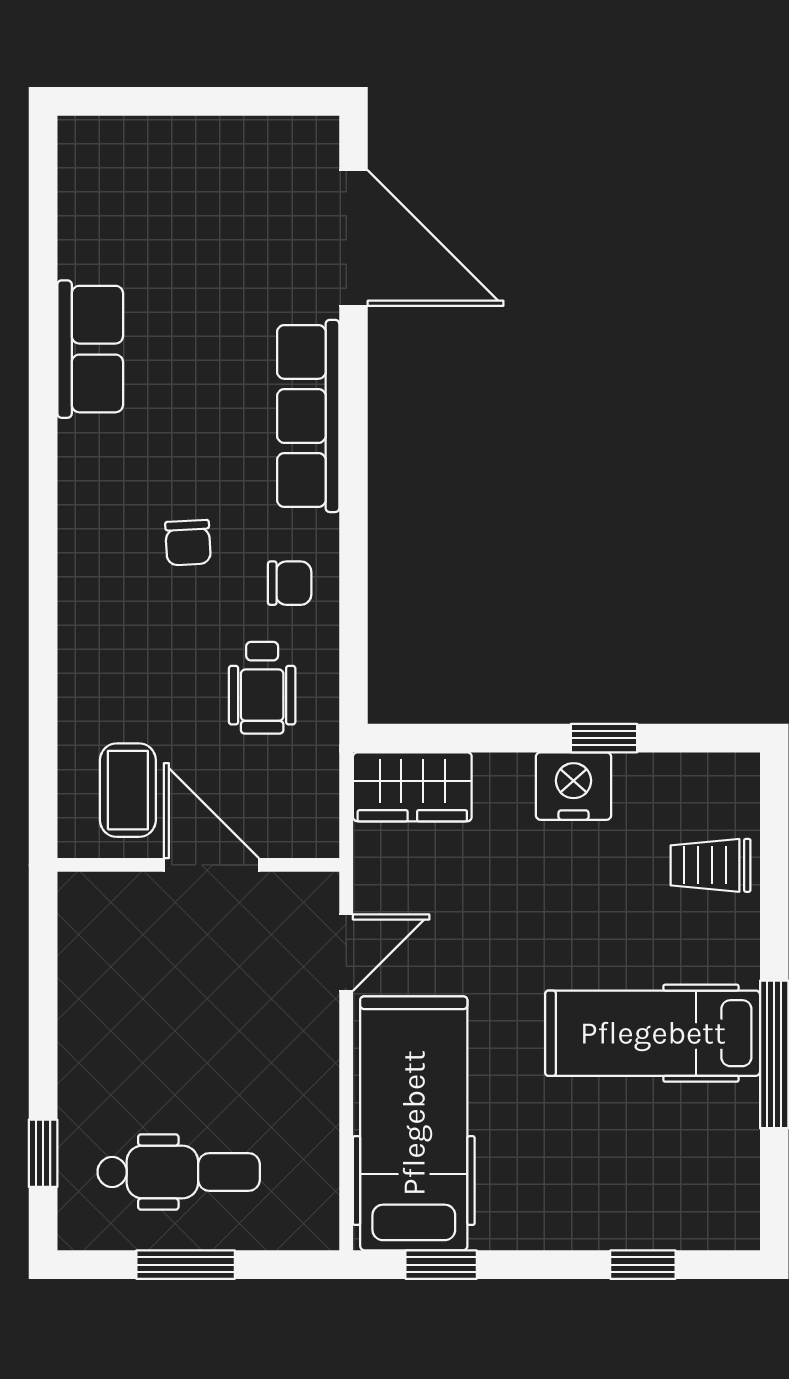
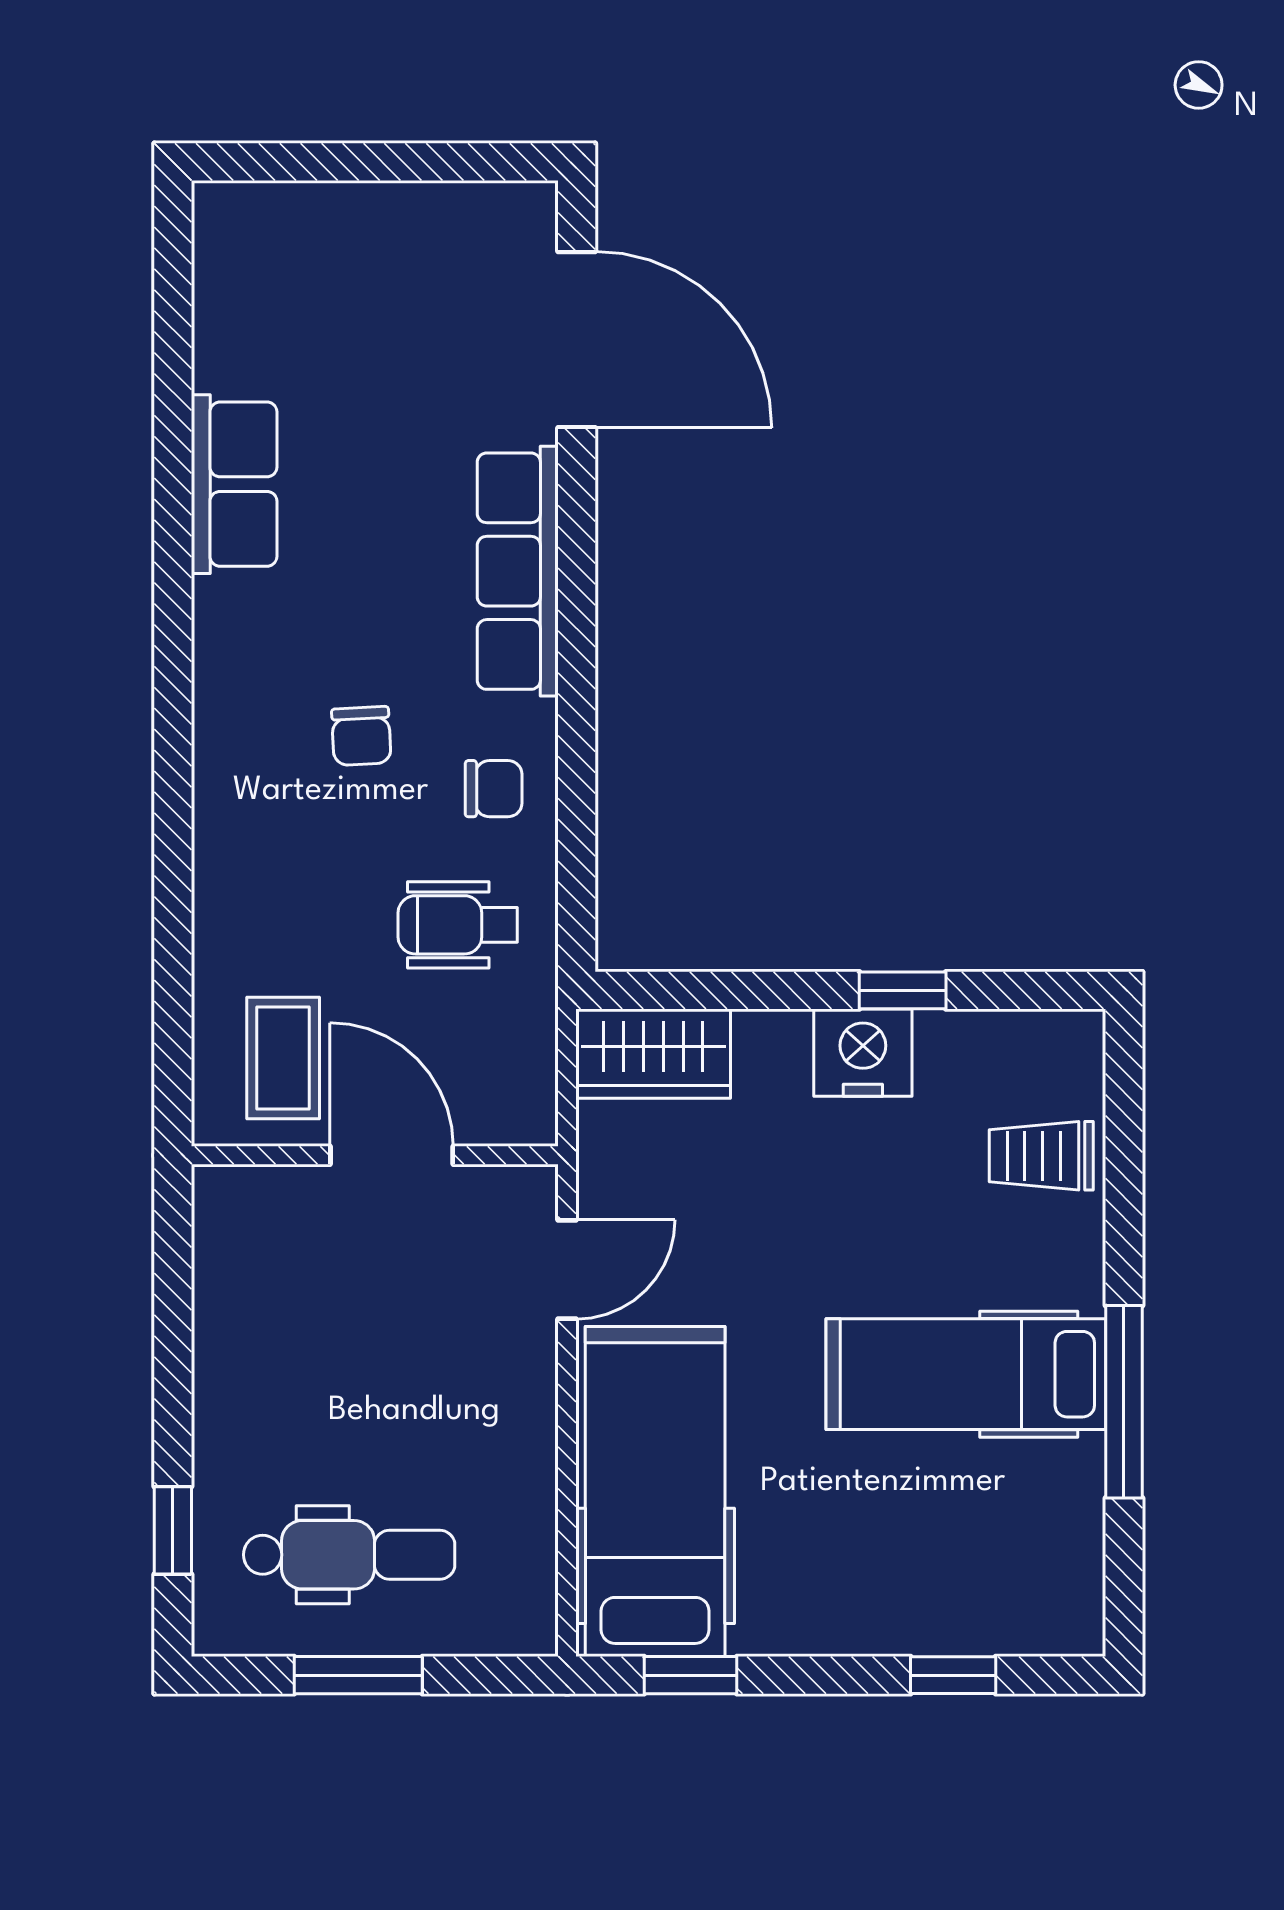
wheelchair: (262, 688) -> (458, 925), turned 90

